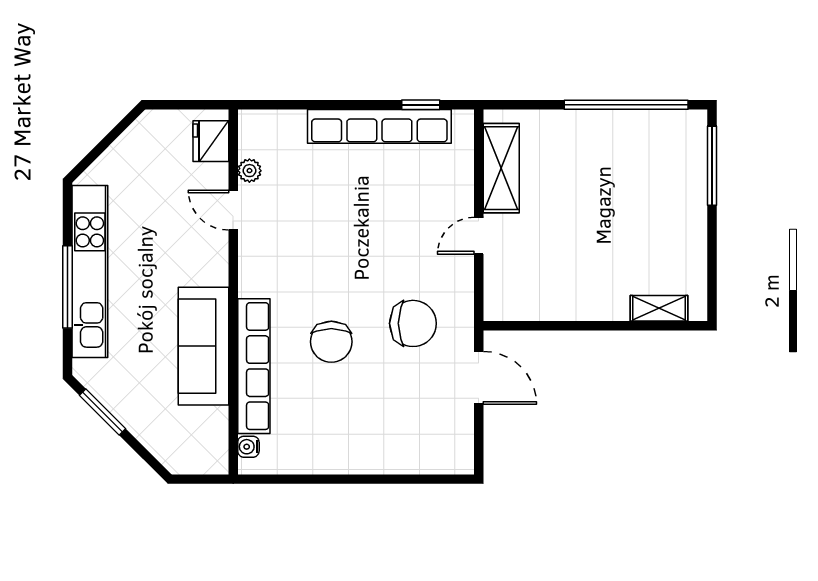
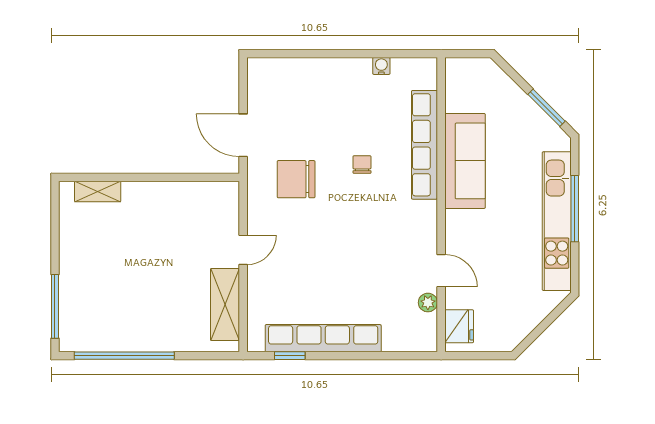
chair: (331, 342) -> (362, 164), width x0.54, depth x0.54
water cooler: (248, 447) -> (381, 66), moved, turned -90

